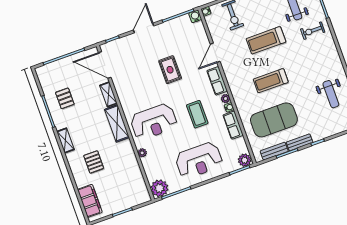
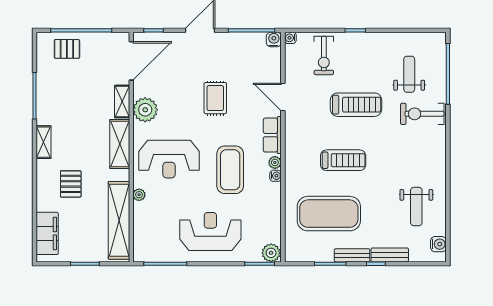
exercise bike: (313, 31) -> (422, 114), width x1.38, depth x1.39
treadmill: (266, 40) -> (356, 105), turned 180
door: (215, 53) -> (283, 97), hinge flipped
door: (105, 65) -> (131, 61), swing flipped
treadmill: (271, 81) -> (343, 160), turned 180
pallet: (65, 98) -> (67, 49), moved, turned 90
coffee table: (197, 114) -> (230, 170), width x1.36, depth x1.32
row of seats: (233, 125) -> (272, 201), removed
bench: (274, 151) -> (390, 255), moved
reception desk: (199, 160) -> (210, 231), turned 180
shelving: (135, 175) -> (119, 220), added
plant: (159, 188) -> (145, 110), moved

